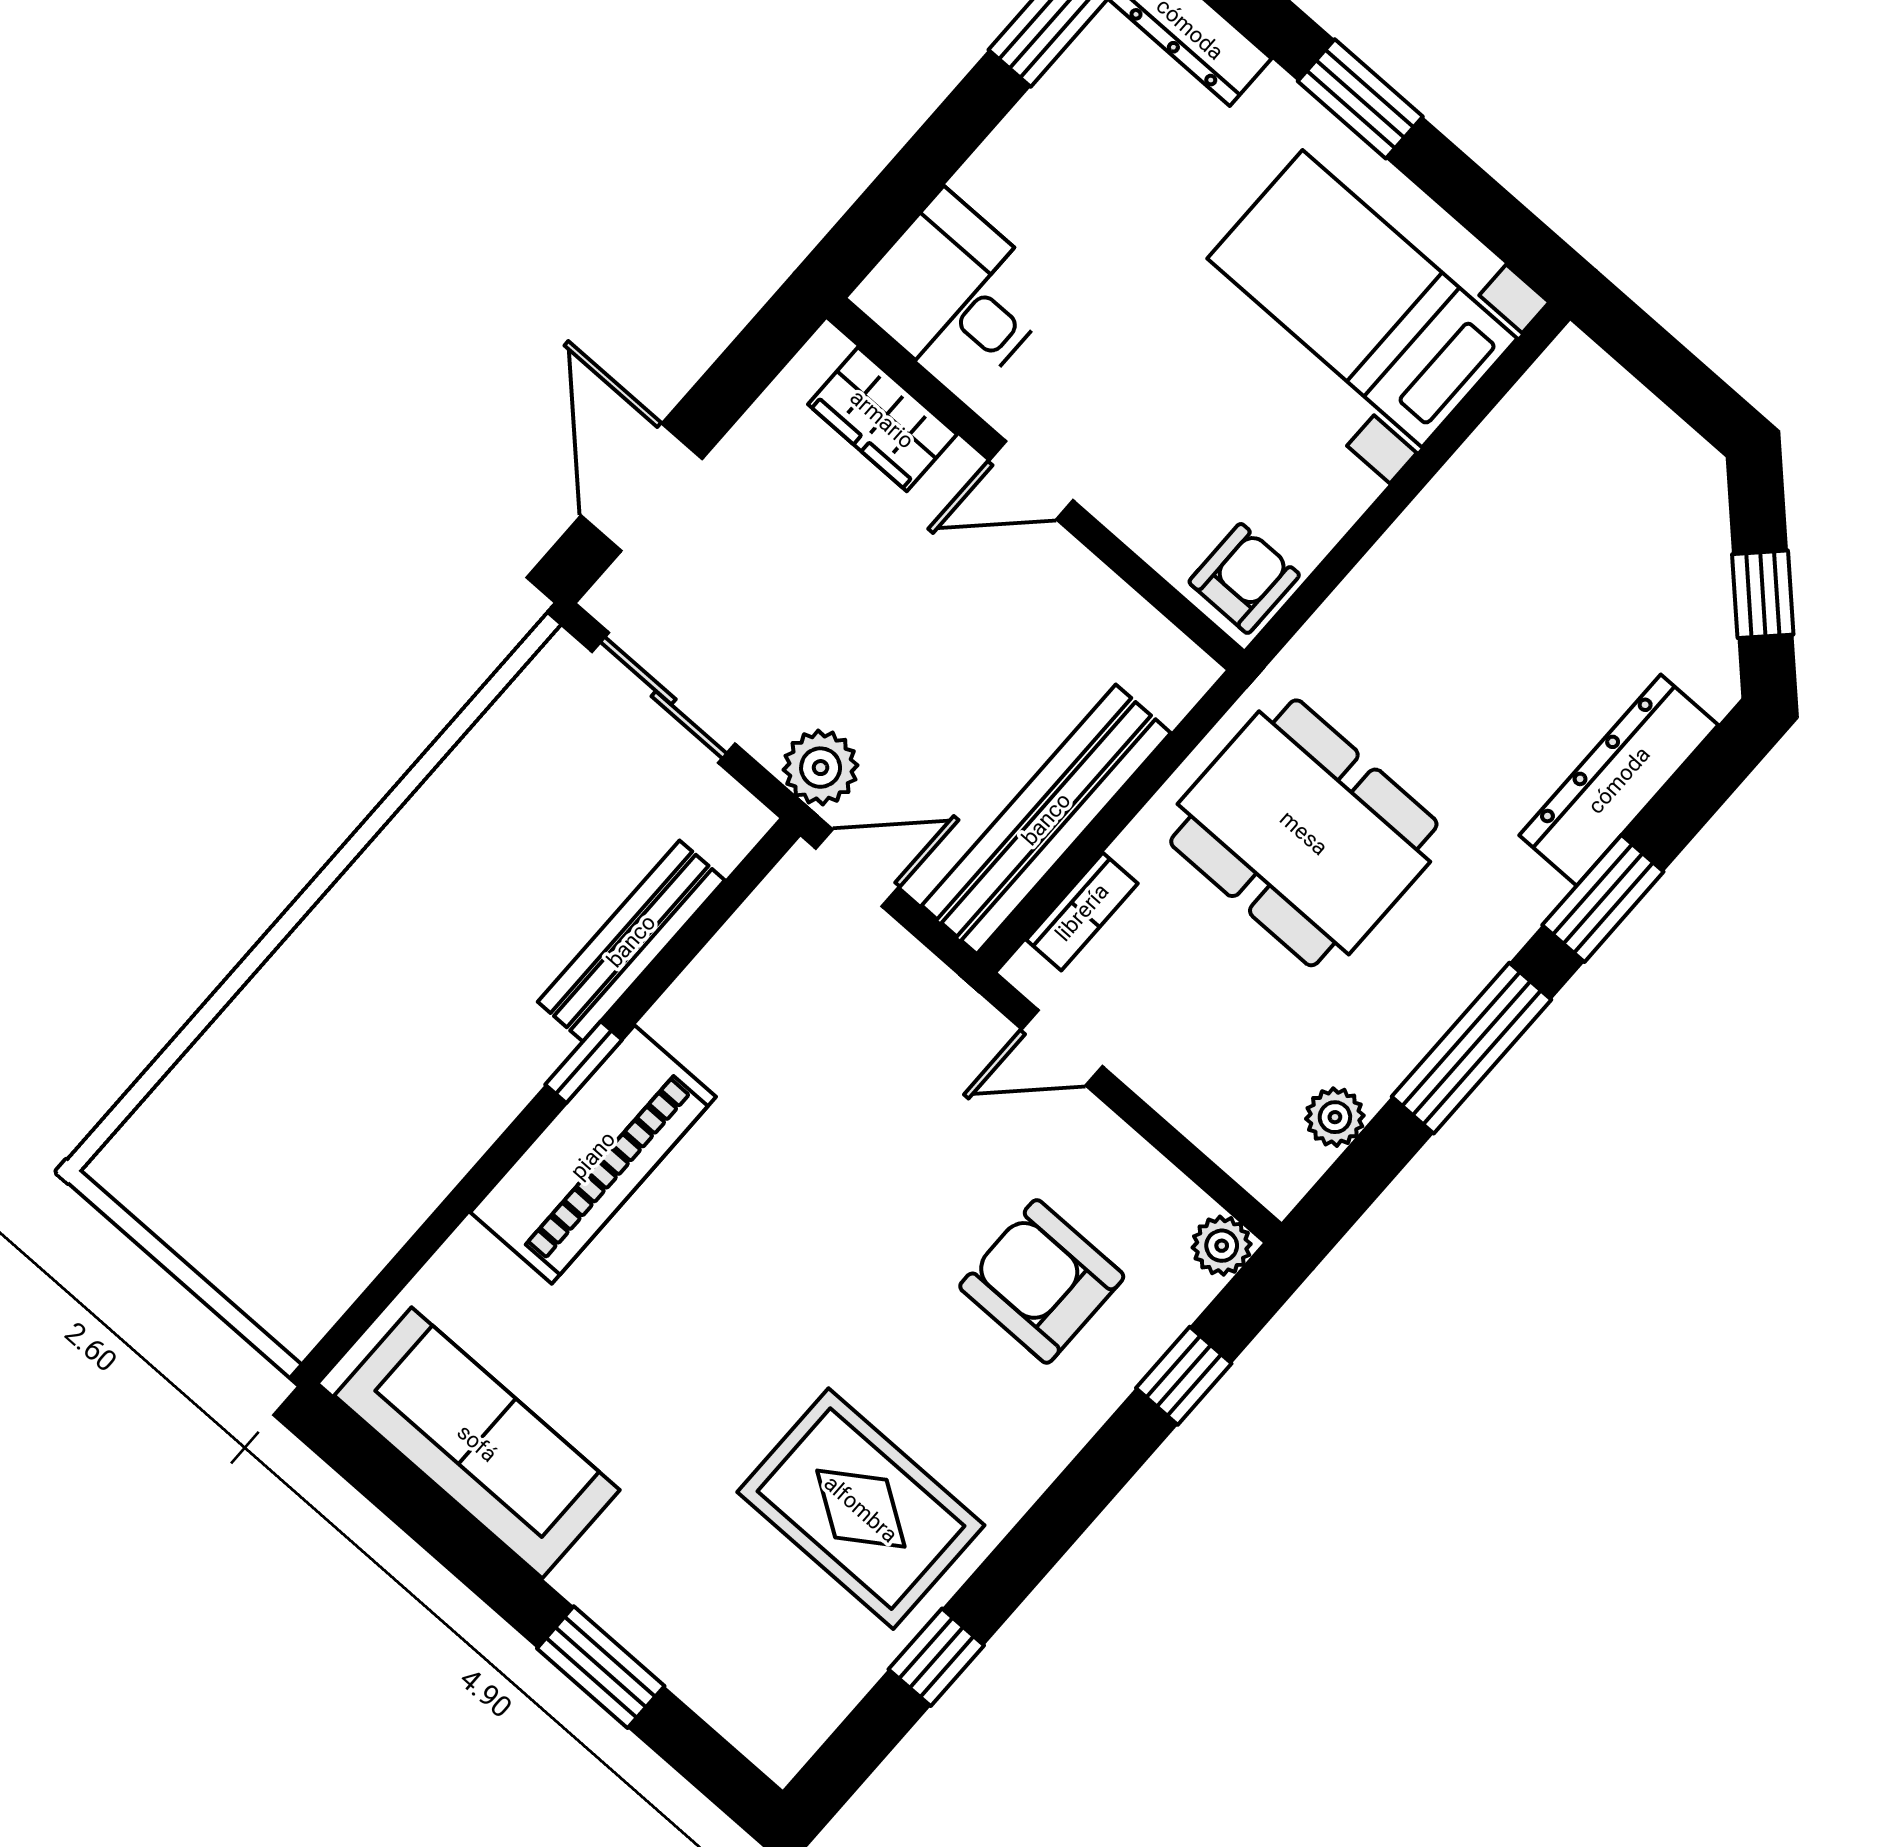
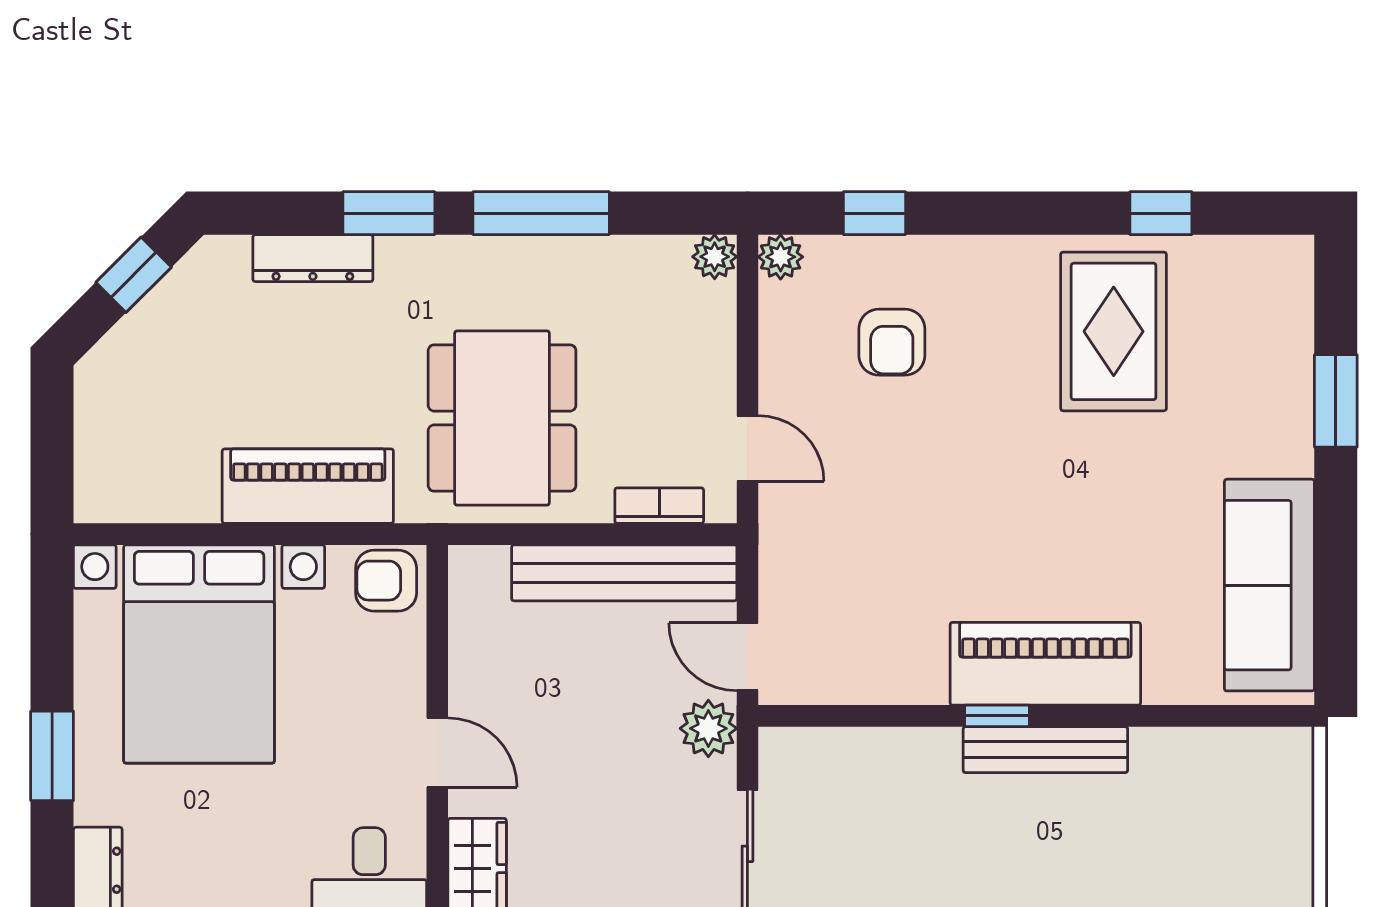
bed with nightstands: (1362, 299) -> (199, 654), width x1.36
piano: (1405, 583) -> (308, 486), added
dresser: (1619, 780) -> (313, 258), width x0.73, depth x0.80
bench: (631, 941) -> (1045, 750), moved
plant: (1335, 1117) -> (715, 257), moved
armchair: (1042, 1281) -> (892, 342), width x0.72, depth x0.72

